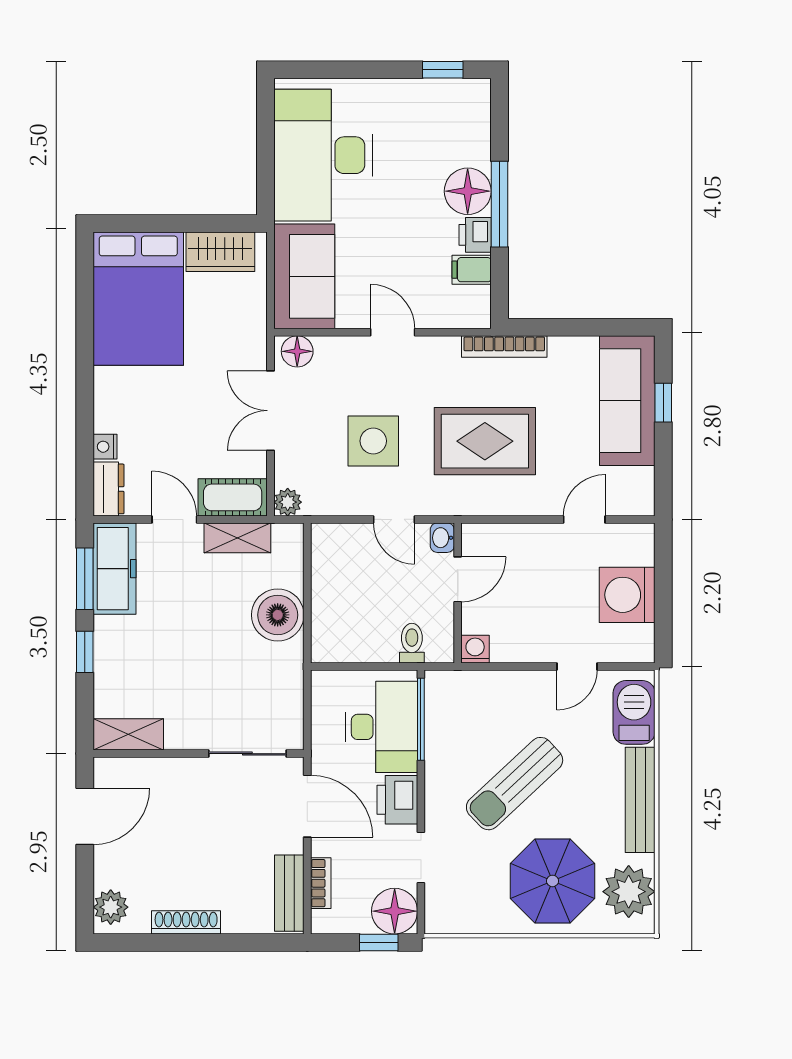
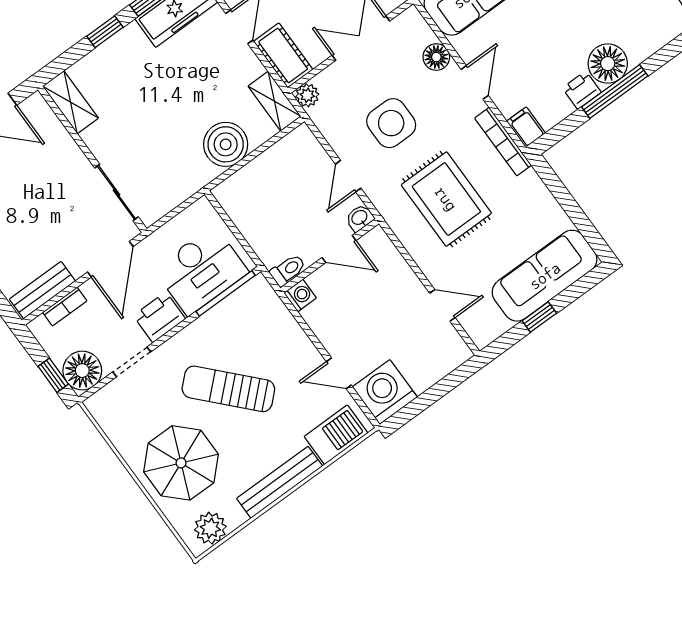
filing cabinet: (472, 270) -> (526, 127), moved
bookcase: (504, 347) -> (503, 142), moved
floor lamp: (297, 351) -> (436, 57), moved
window: (663, 403) -> (539, 317), moved
shelving: (237, 538) -> (275, 101), moved
washing machine: (627, 595) -> (385, 392), moved
toilet: (412, 643) -> (288, 270), moved
plant: (629, 892) -> (210, 528), width x0.73, depth x0.73

